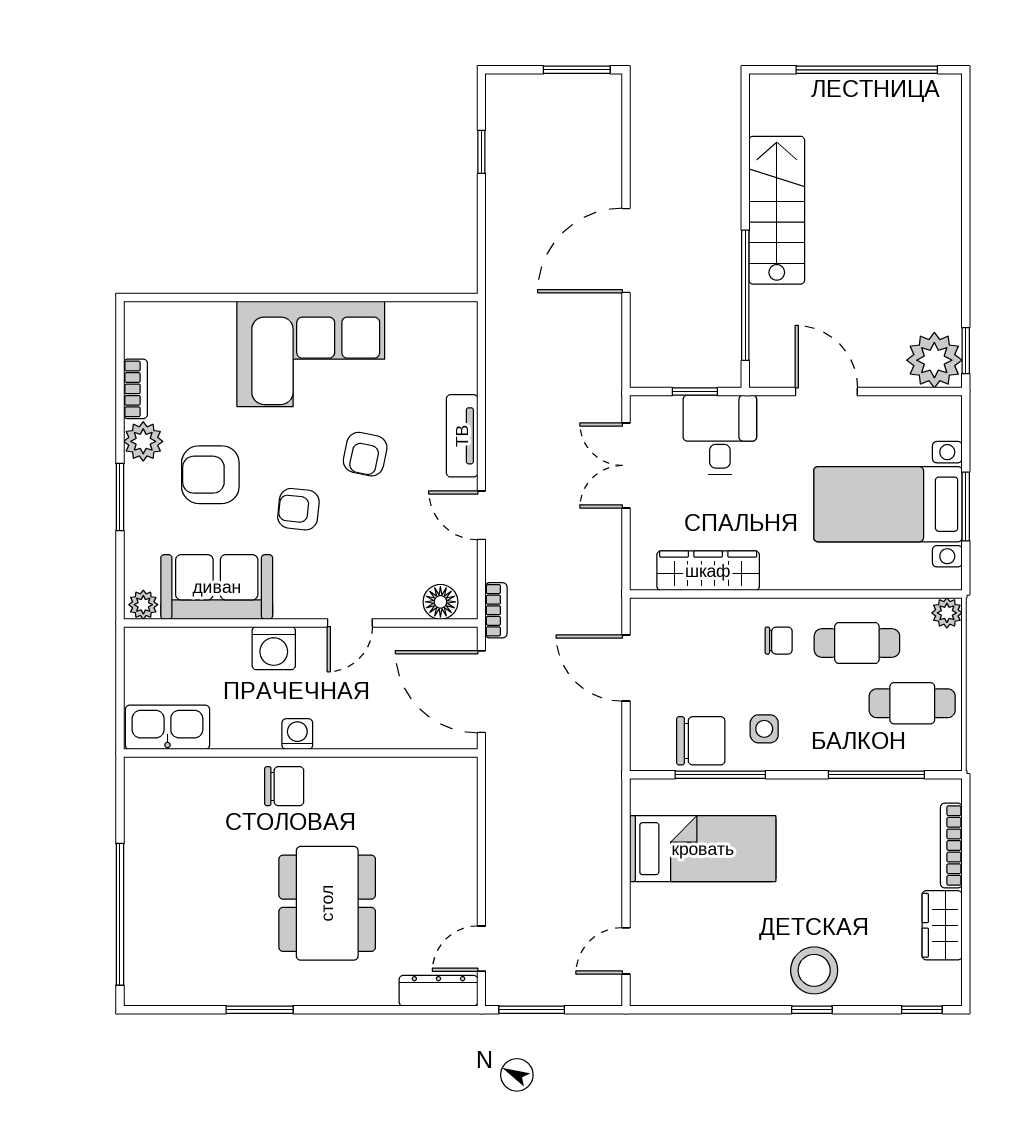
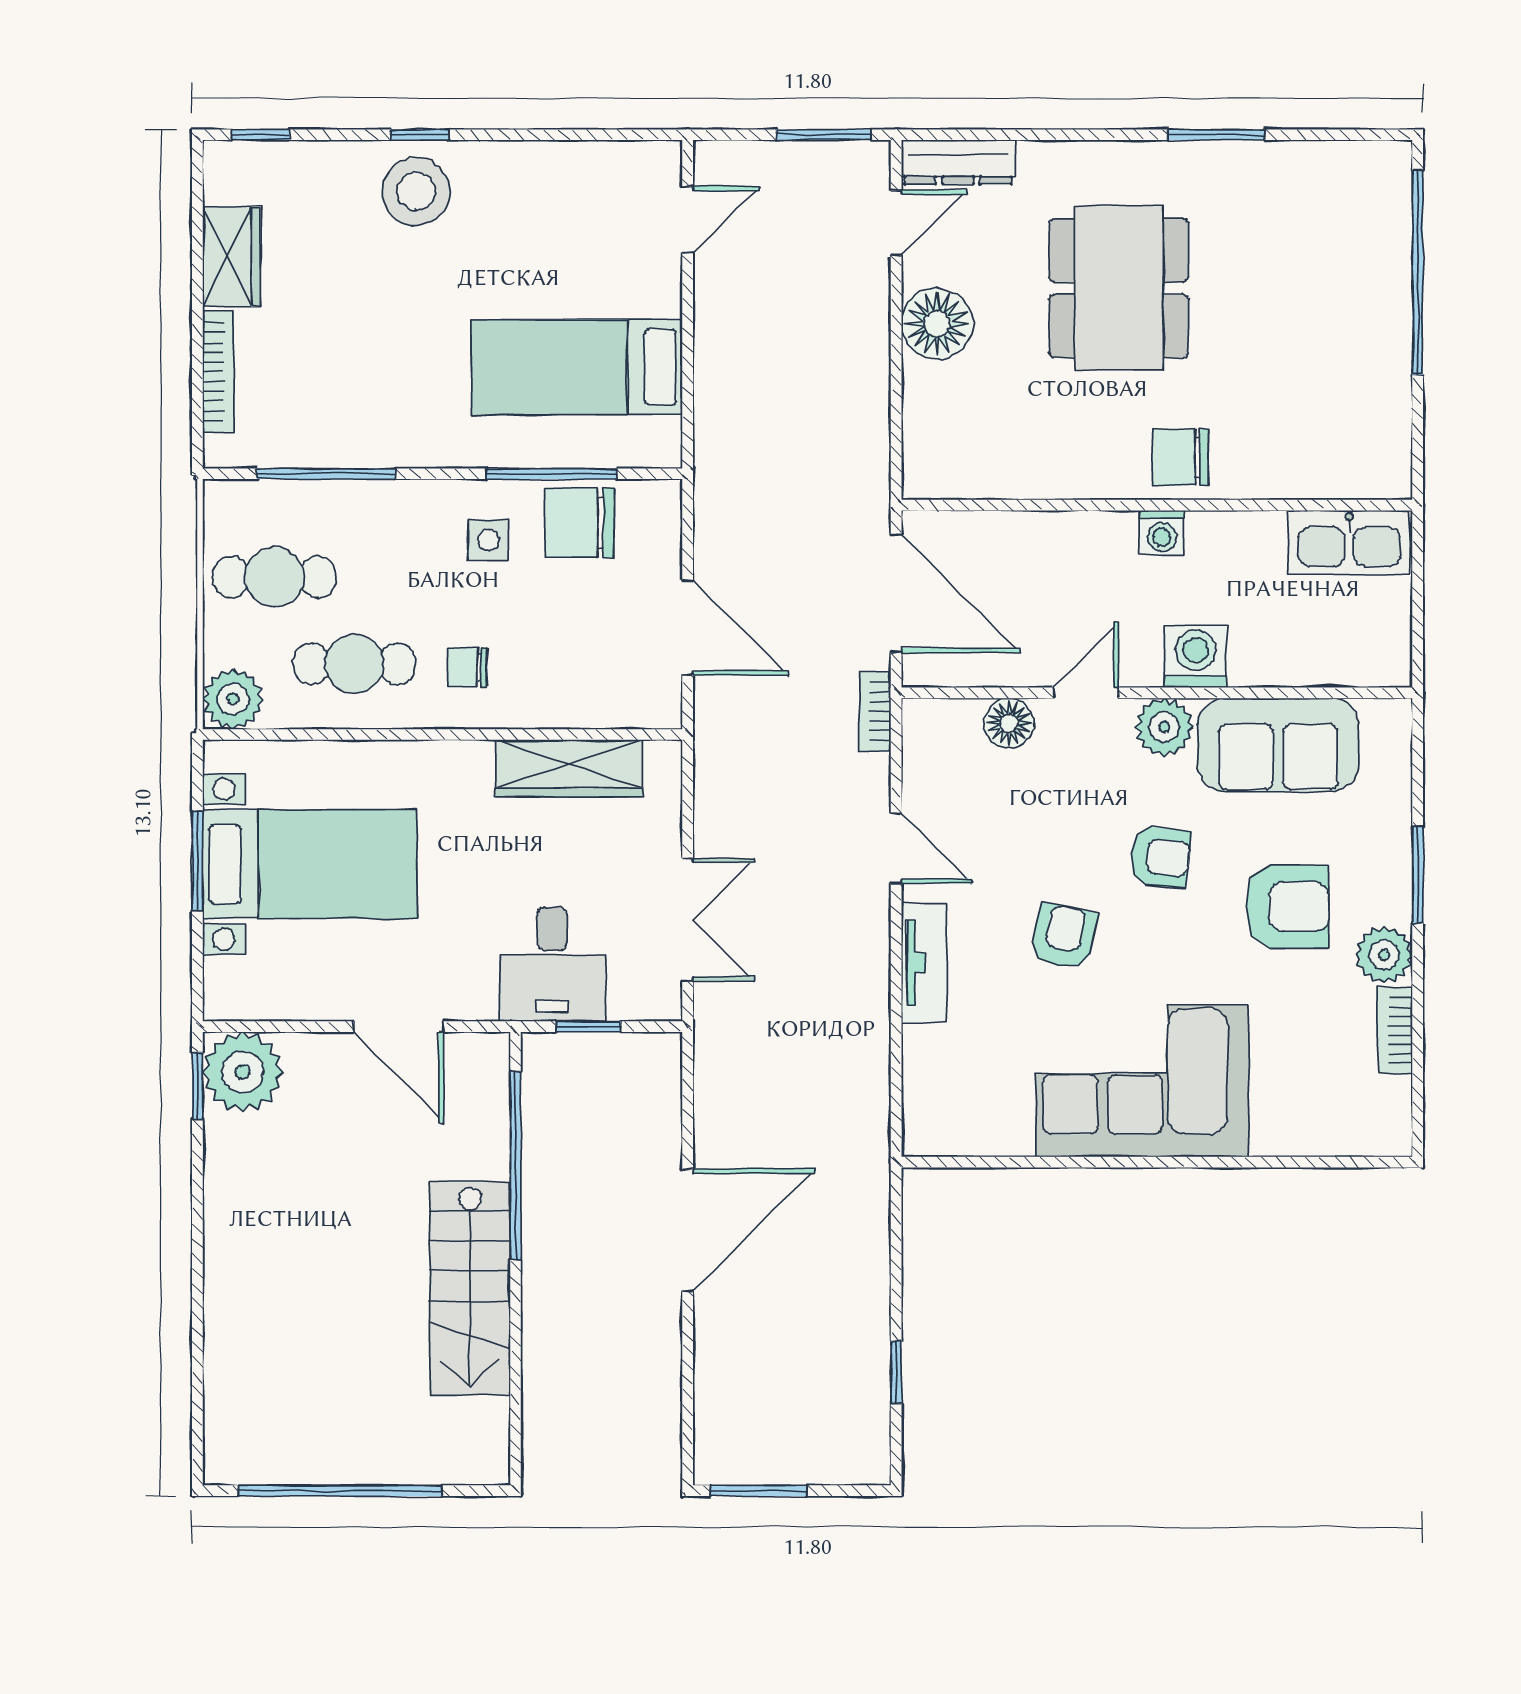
floor lamp: (440, 602) -> (1009, 723), moved
plant: (143, 605) -> (1164, 727), moved, width x1.38, depth x1.38
plant: (947, 613) -> (233, 699), width x1.38, depth x1.38
floor lamp: (453, 879) -> (937, 324), added

